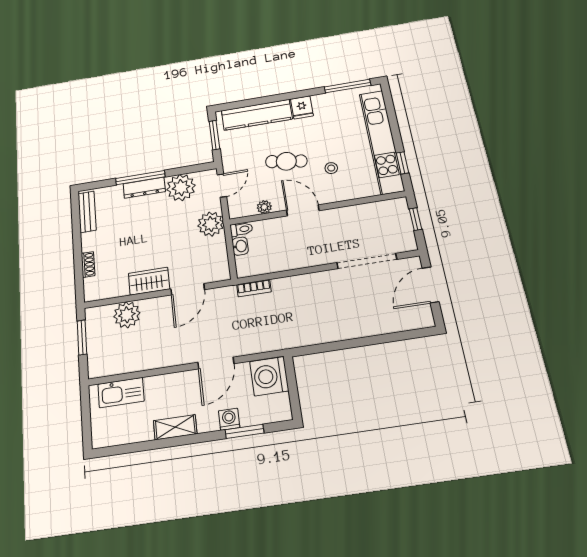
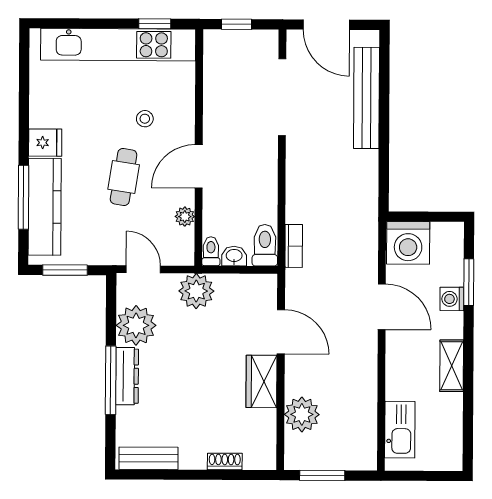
window: (348, 86) -> (23, 197), moved
toilet: (251, 267) -> (265, 245), added
bench: (379, 325) -> (366, 98), added

